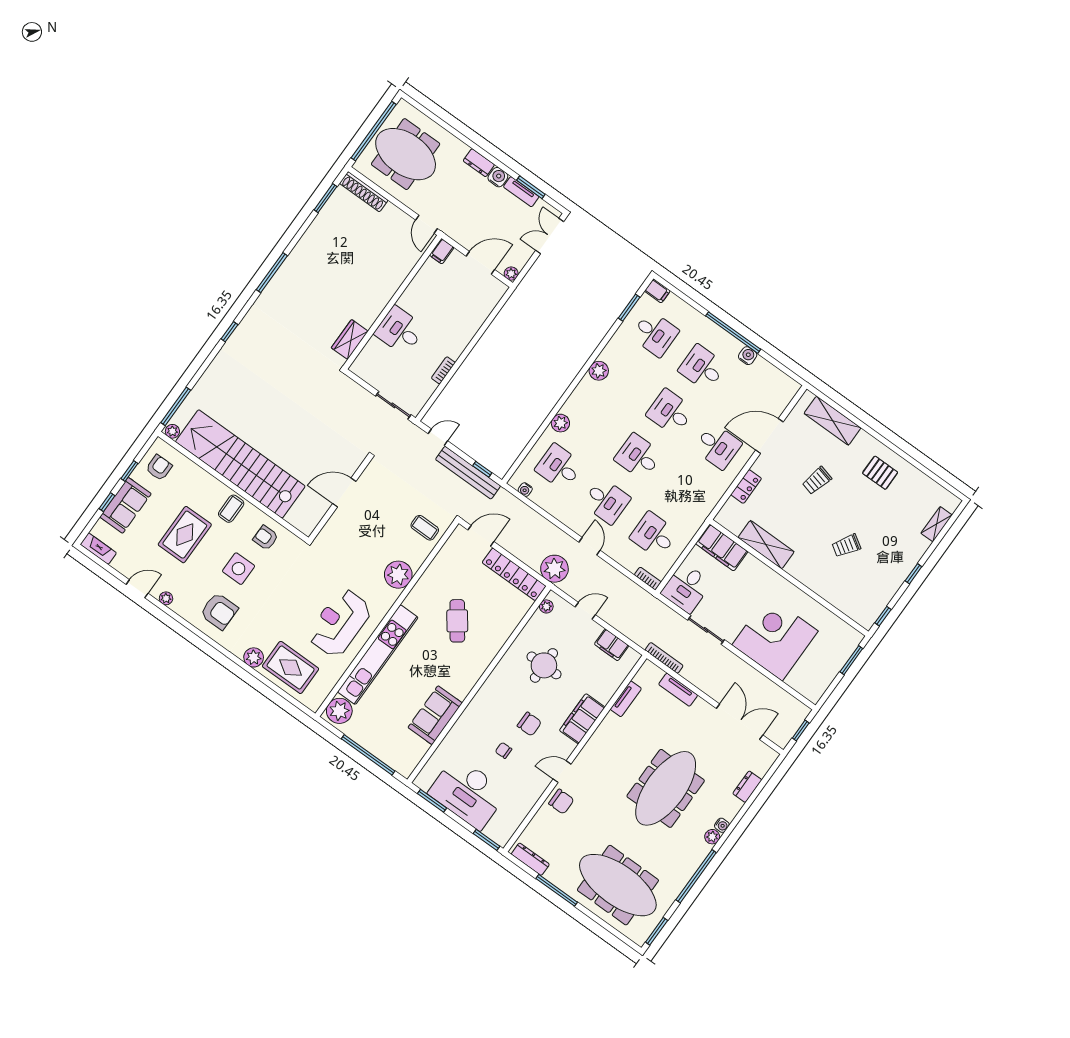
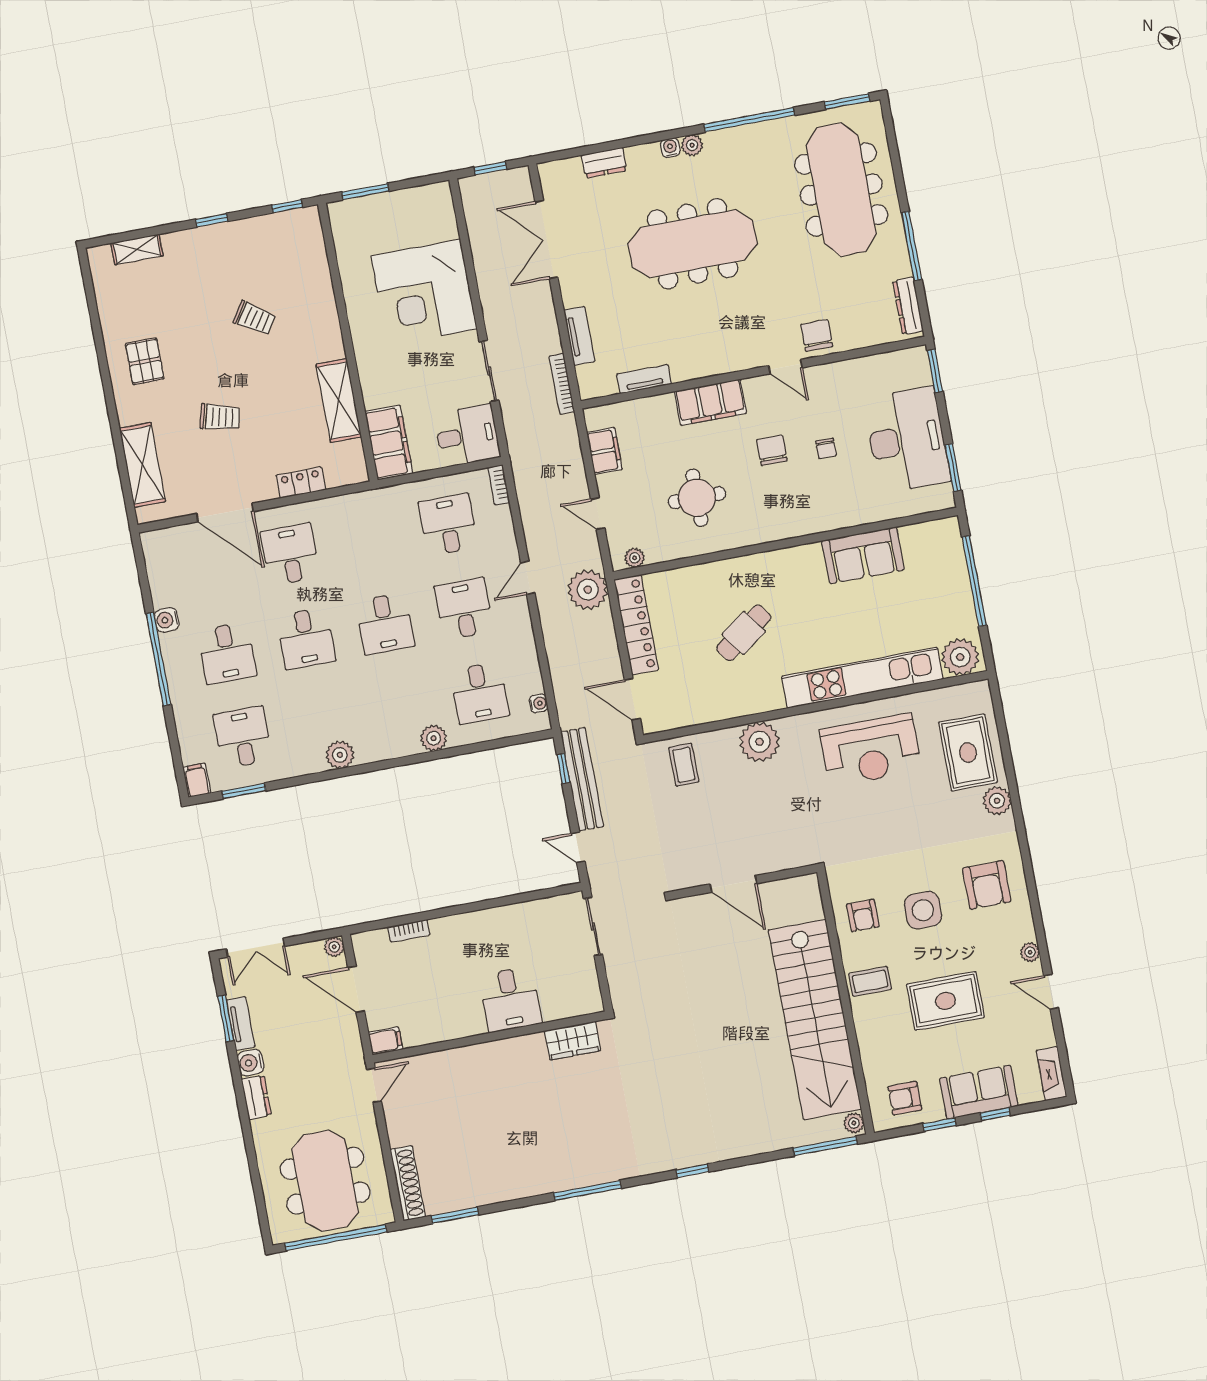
bookcase: (443, 370) -> (409, 931), moved
desk: (654, 535) -> (448, 525), turned 180
armchair: (219, 611) -> (987, 885), turned 180

